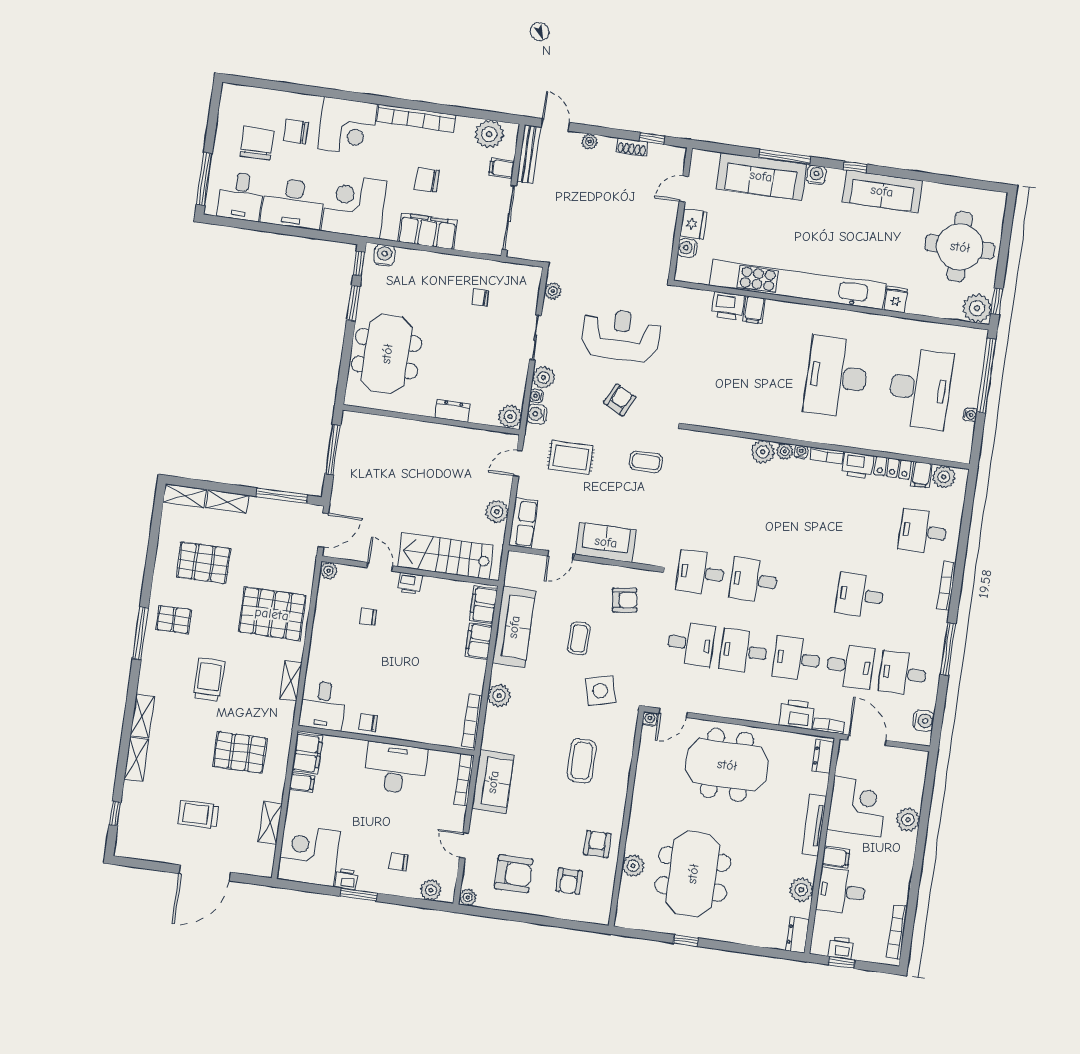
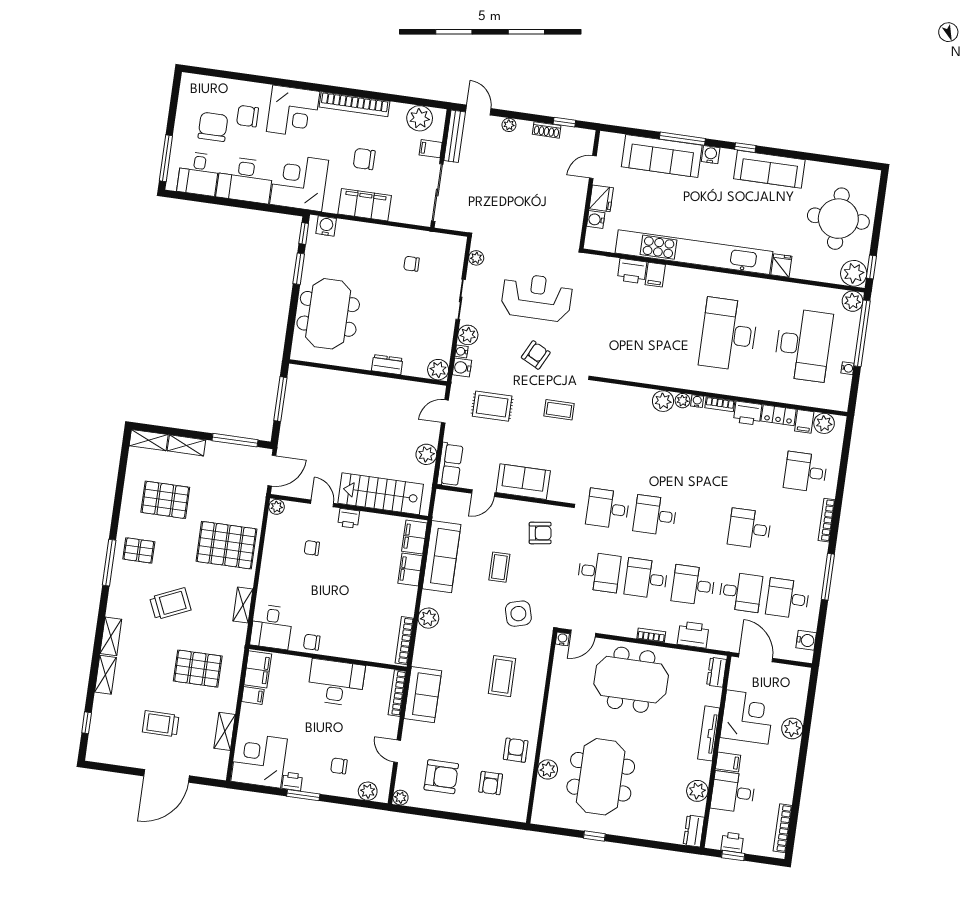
plant: (976, 340) -> (853, 301), added
trolley: (209, 679) -> (170, 604), turned 66
bookcase: (829, 726) -> (651, 635), moved

